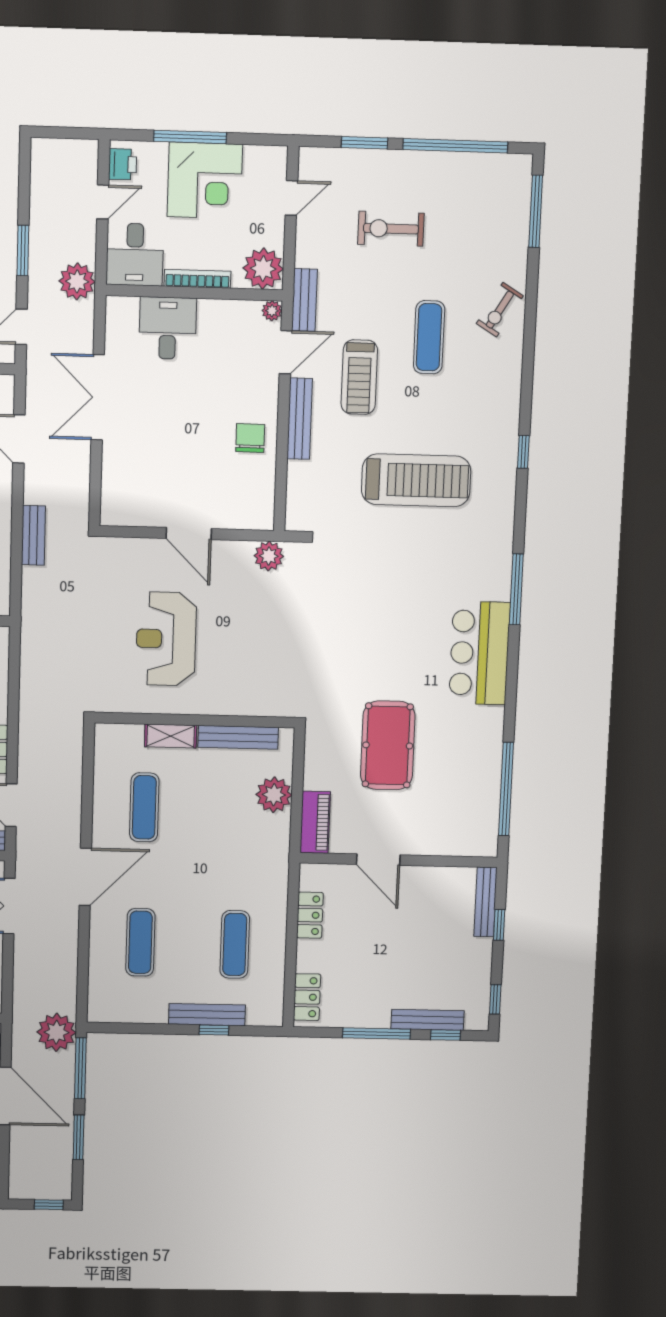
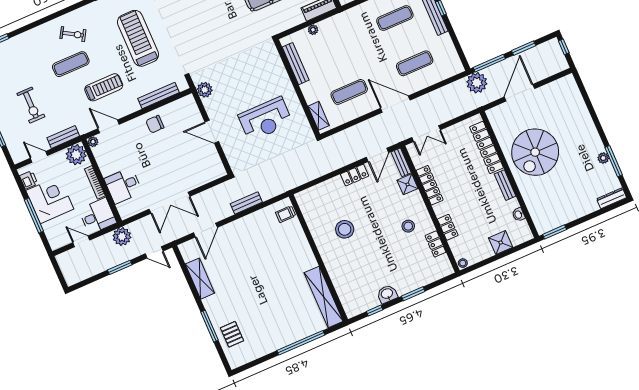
printer: (123, 164) -> (29, 180), moved, turned 90
bench: (304, 300) -> (63, 137), moved
exercise bike: (500, 310) -> (73, 34), moved
bench: (300, 419) -> (158, 96), moved
door: (189, 533) -> (212, 132), swing flipped
shelving: (171, 736) -> (319, 116), moved
plant: (274, 795) -> (313, 30), width x0.53, depth x0.53

